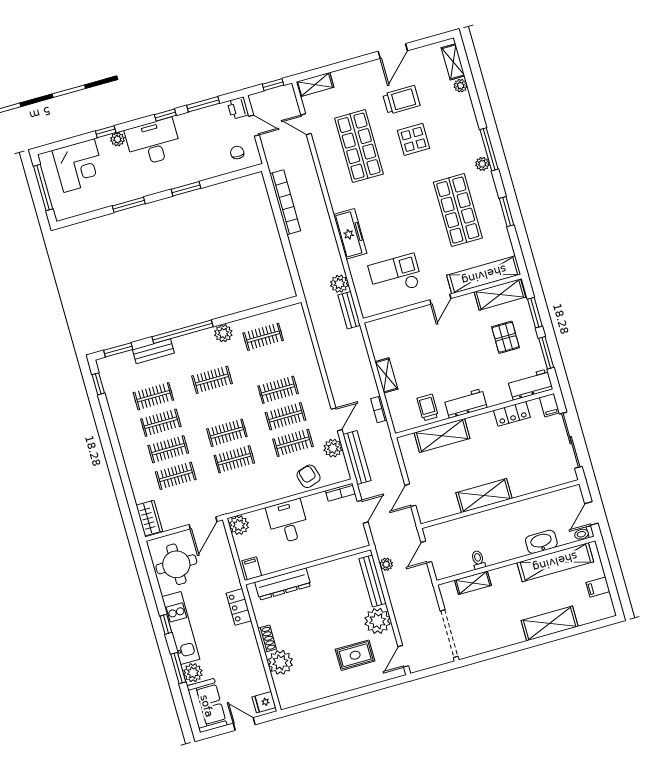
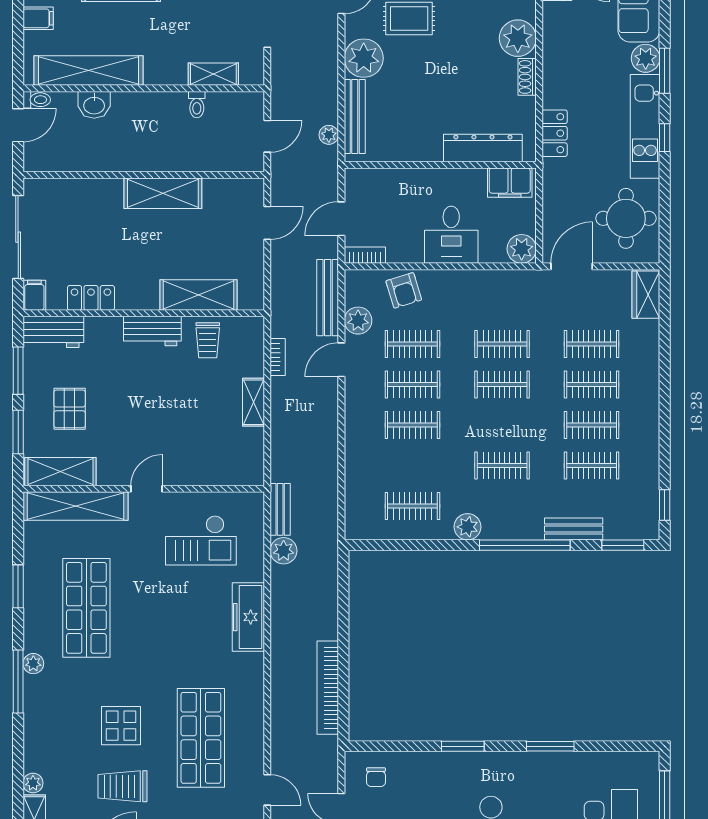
washbasin: (541, 542) -> (94, 105), width x0.72
filing cabinet: (252, 568) -> (510, 183), width x2.00

